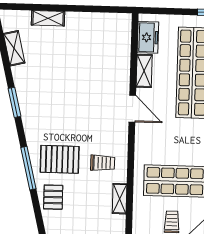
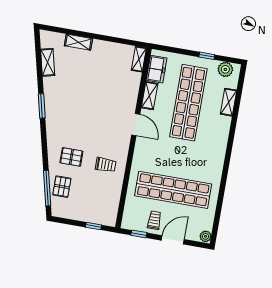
pallet: (60, 159) -> (71, 157), width x0.67, depth x0.71
window: (28, 168) -> (47, 188), moved
shelving: (120, 199) -> (139, 59), moved

